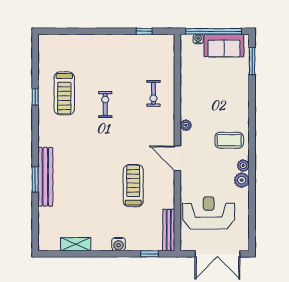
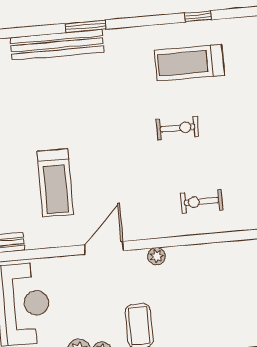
window: (35, 97) -> (198, 16), moved
window: (35, 179) -> (86, 26), moved
treadmill: (133, 186) -> (55, 183), turned 90

